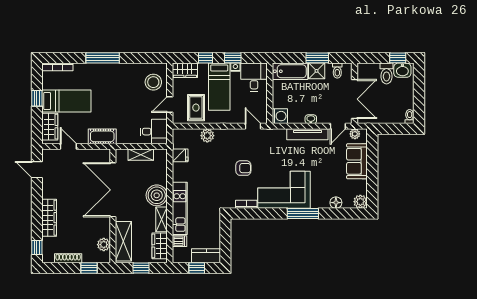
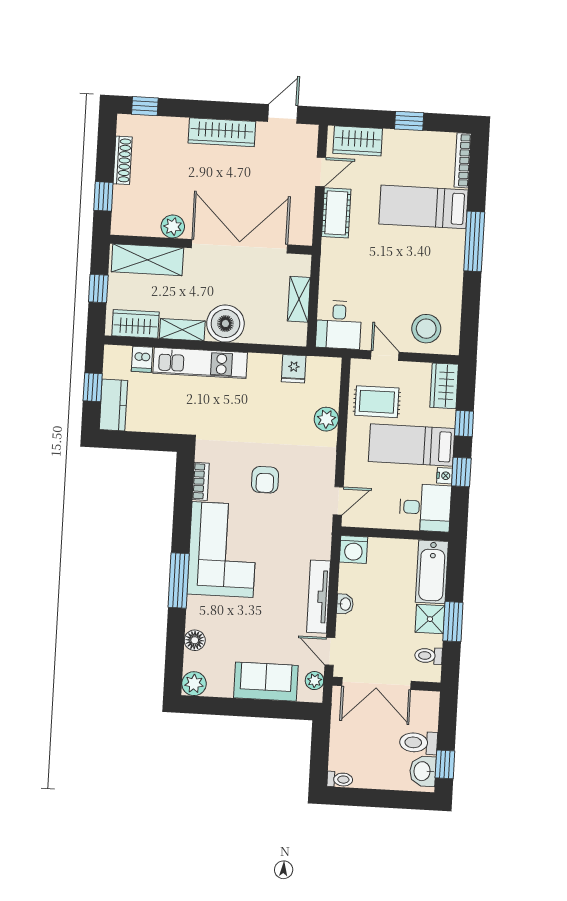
bed: (66, 101) -> (424, 207), moved, turned 90
cot: (102, 136) -> (336, 213), moved
wardrobe: (49, 218) -> (222, 132), moved
plant: (104, 245) -> (173, 226), moved

